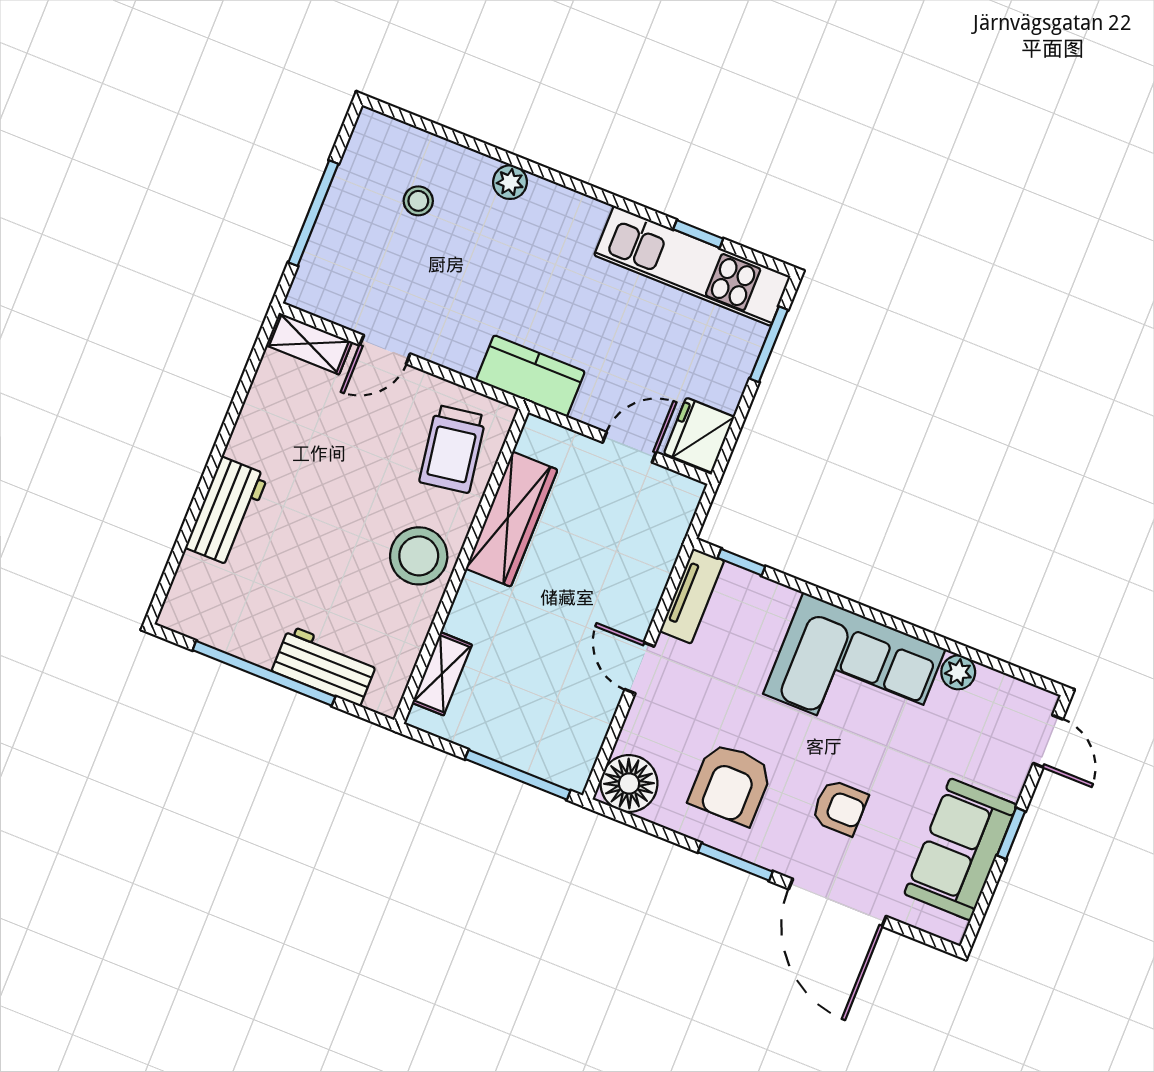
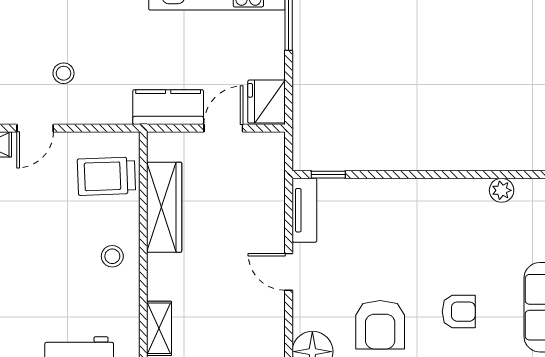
stool: (418, 201) -> (64, 73), moved
kitchen counter: (530, 376) -> (168, 107), moved
trolley: (453, 449) -> (106, 176), turned 97
stool: (419, 556) -> (112, 256), width x0.53, depth x0.53
corner sofa: (854, 671) -> (432, 217), removed

